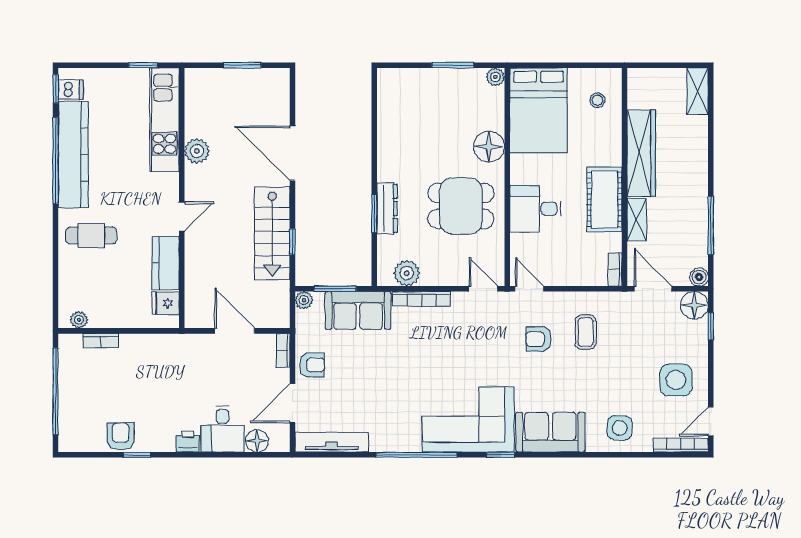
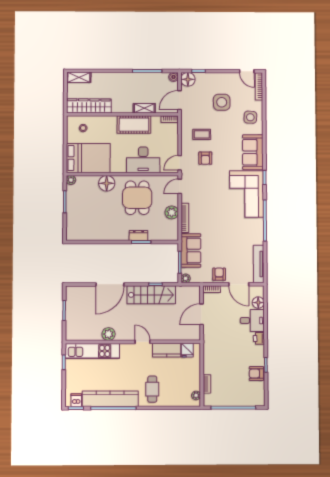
wardrobe: (641, 153) -> (89, 106), moved
dresser: (387, 208) -> (138, 236), width x0.70
desk: (535, 209) -> (143, 160), width x1.37
plant: (407, 273) -> (172, 212), moved
side table: (676, 380) -> (222, 102), moved

